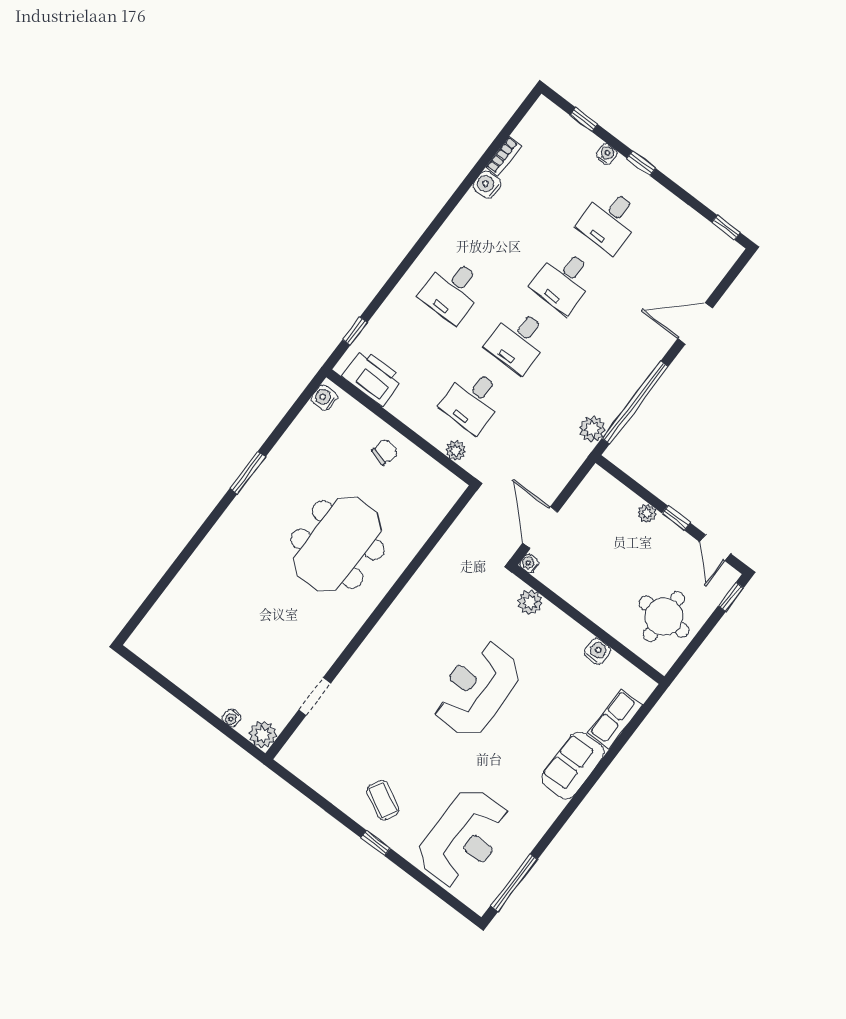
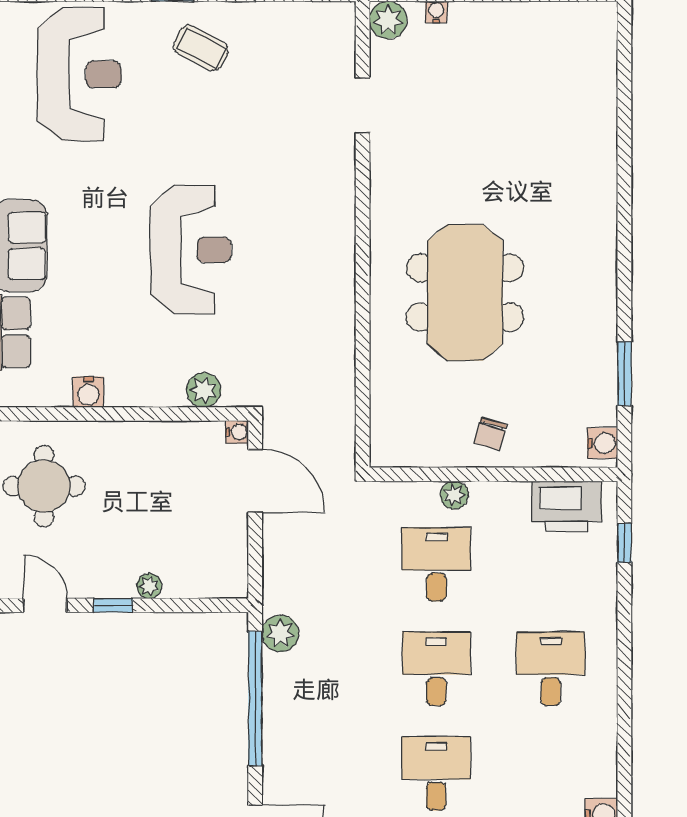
plant: (456, 451) -> (454, 495), moved
window: (248, 473) -> (624, 374), moved
reception desk: (464, 838) -> (79, 74), turned 180

